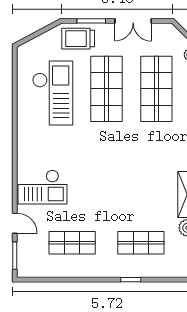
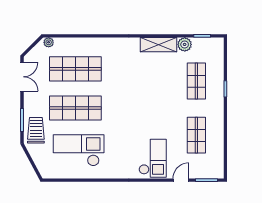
double door: (133, 21) -> (22, 77), moved
trolley: (78, 39) -> (36, 130), turned 180

